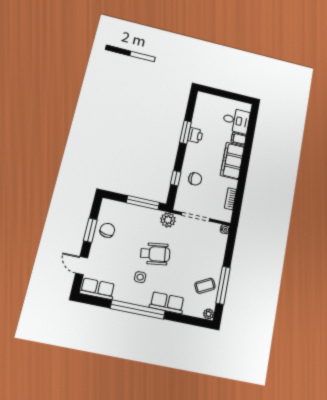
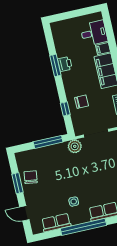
wheelchair: (155, 254) -> (77, 178), removed
row of seats: (97, 289) -> (56, 223), moved

